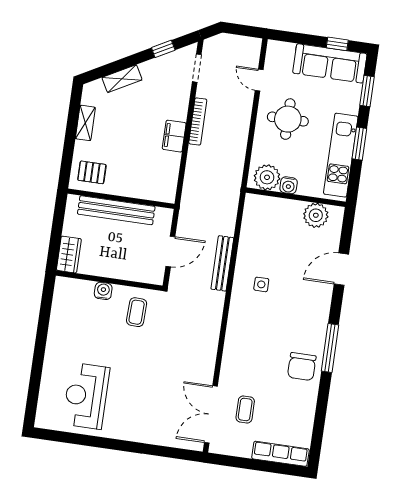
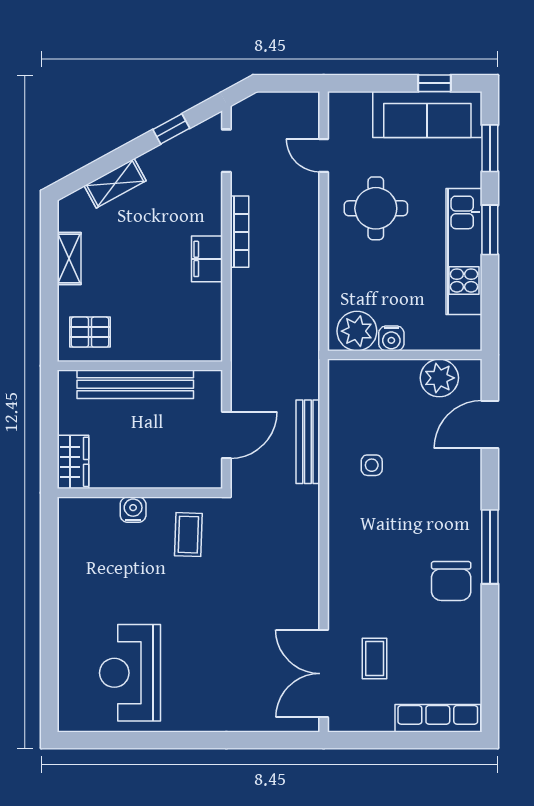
plant: (267, 177) -> (357, 331), moved
water cooler: (289, 185) -> (391, 338), moved
wall: (296, 197) -> (405, 355), moved
plant: (316, 215) -> (439, 378), moved

